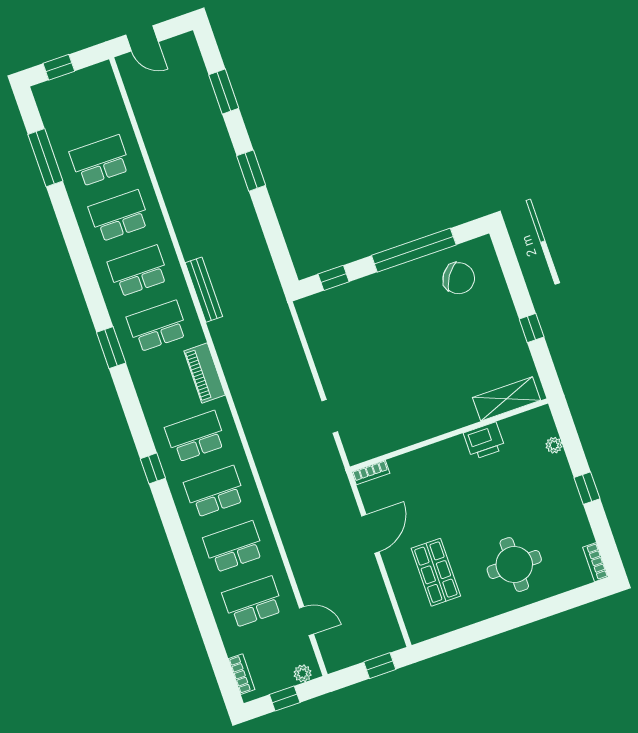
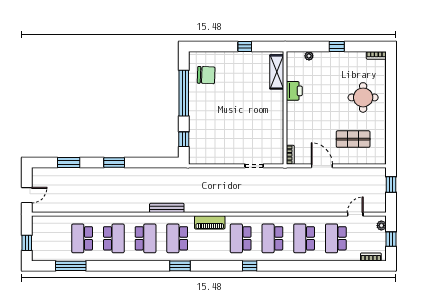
school desk: (119, 216) -> (114, 238), turned 180
school desk: (138, 271) -> (146, 238), turned 180
chair: (459, 278) -> (206, 75), turned 58

